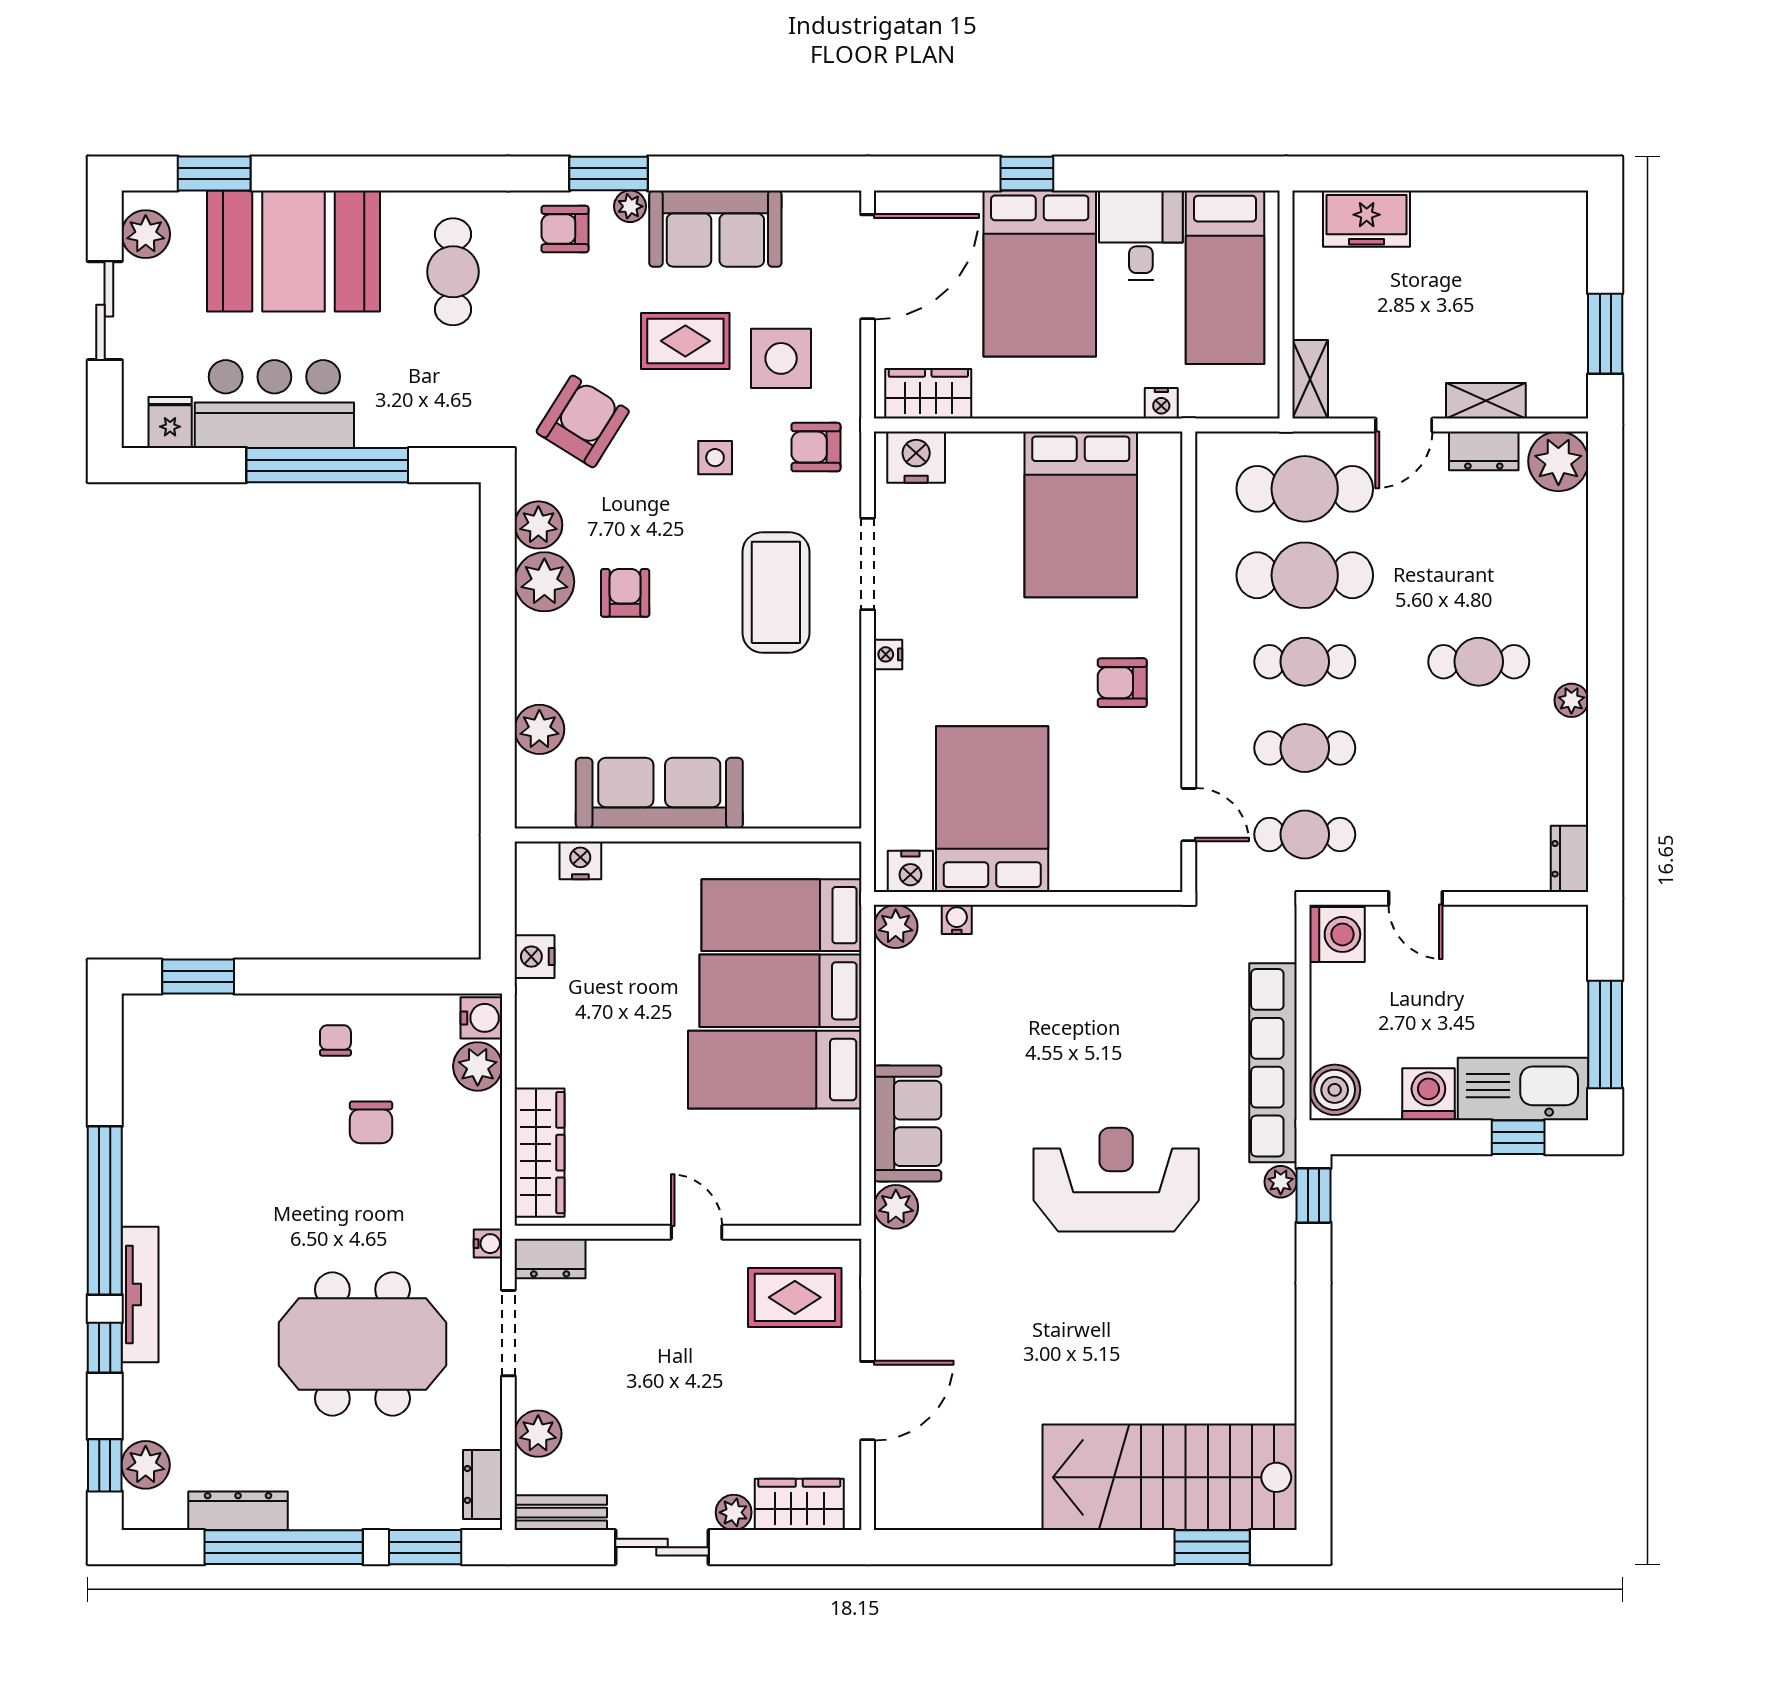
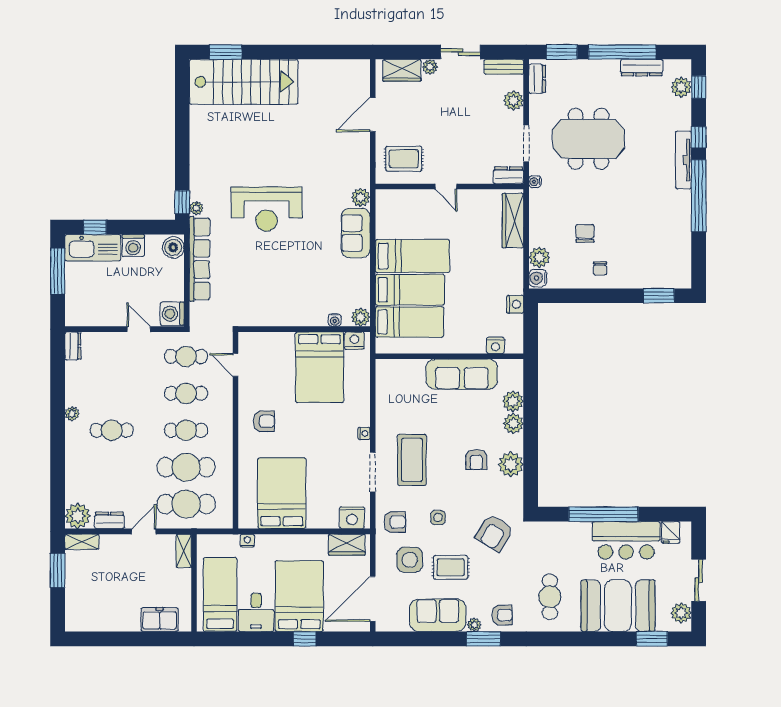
shelving: (1486, 401) -> (82, 542), moved
plant: (538, 525) -> (513, 423), moved

